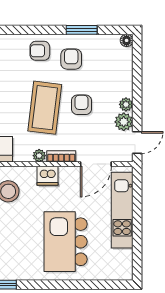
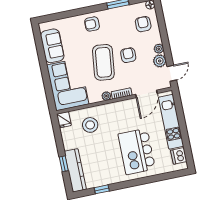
armchair: (71, 59) -> (143, 24), moved
dishwasher: (47, 176) -> (179, 156), moved, turned 90

